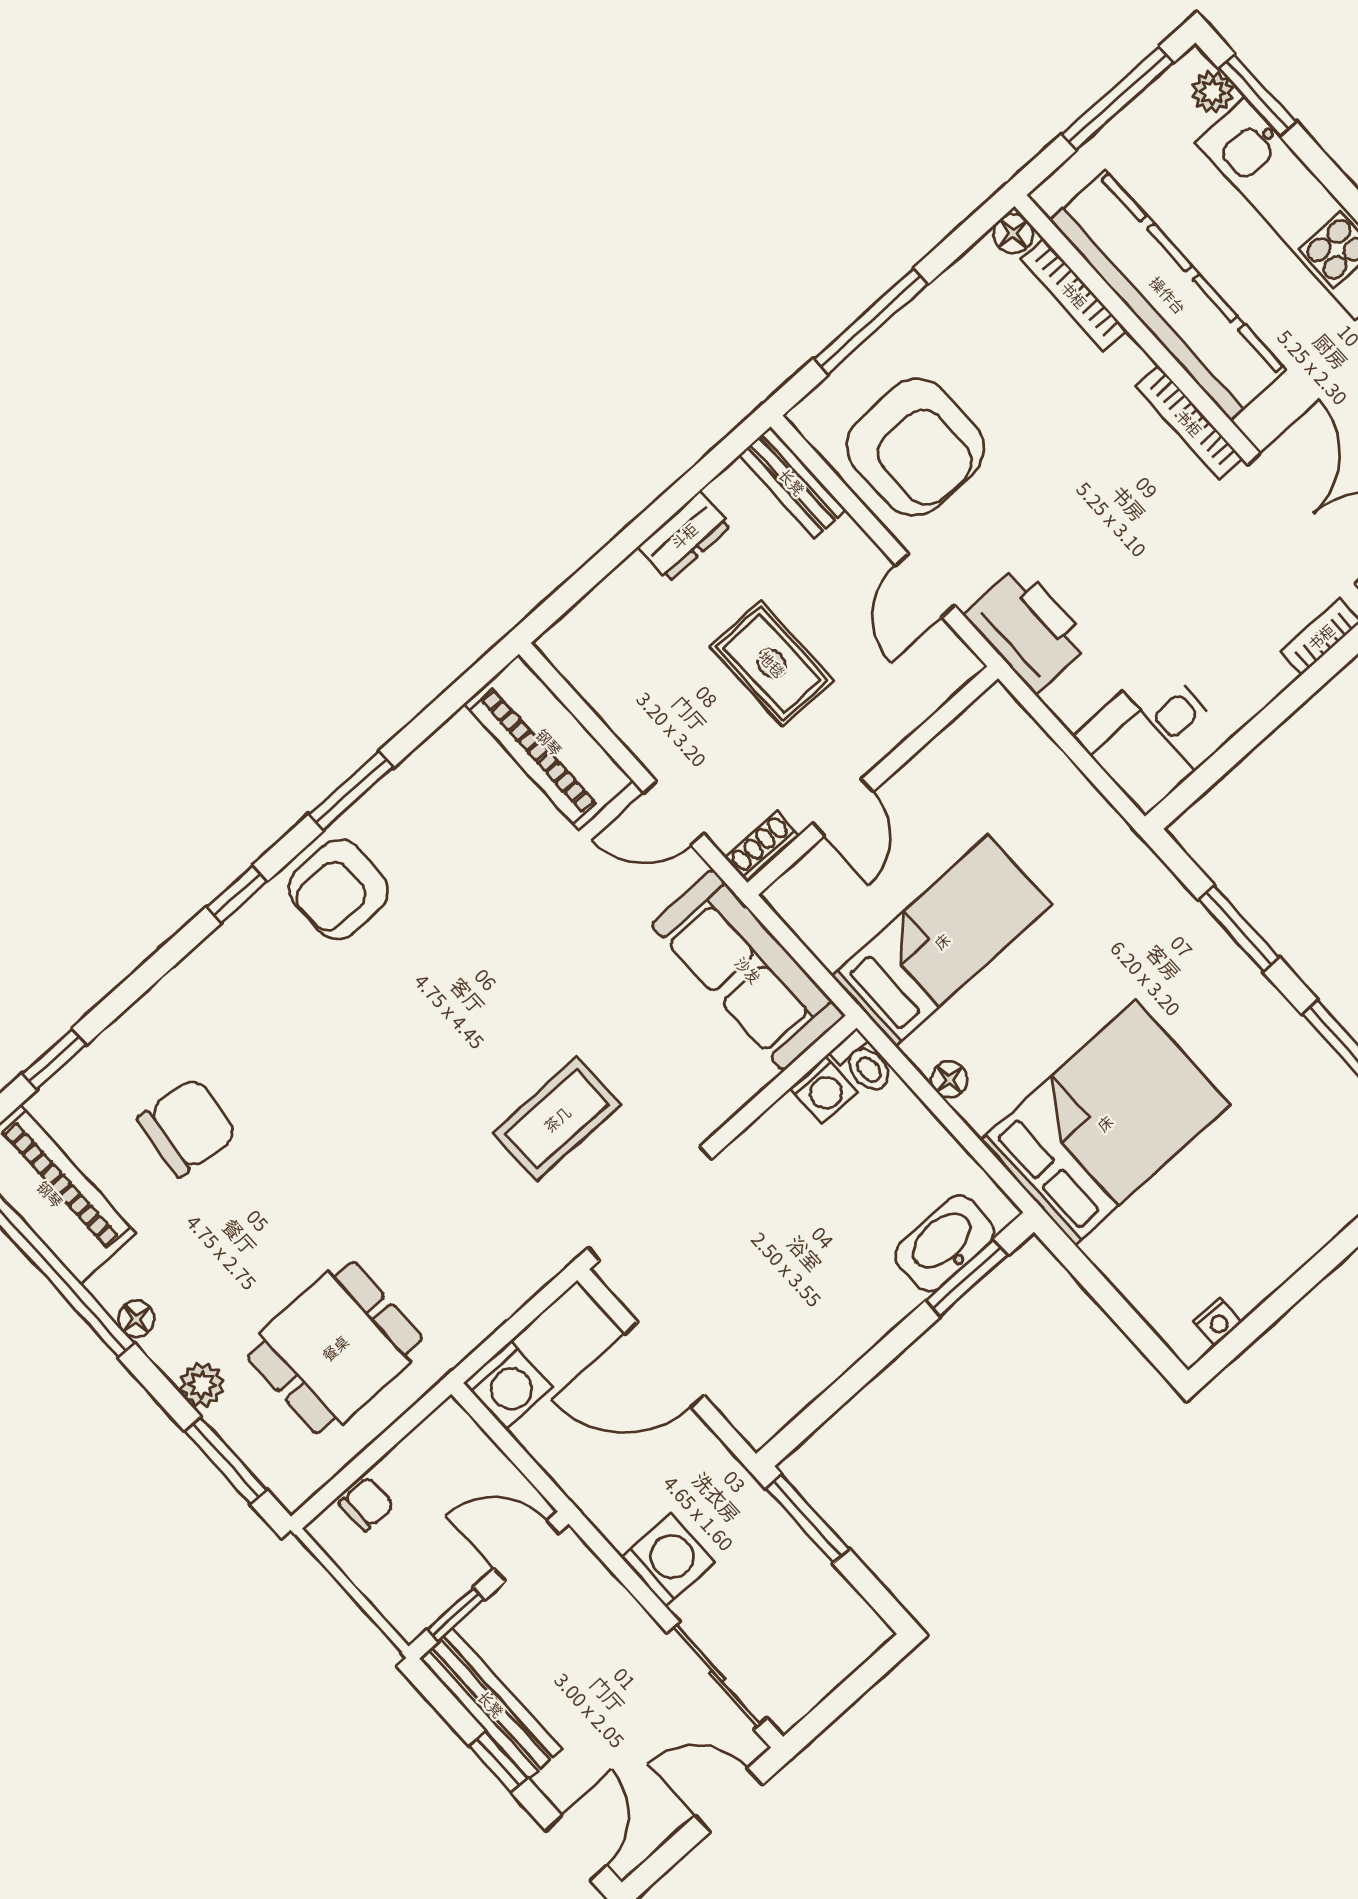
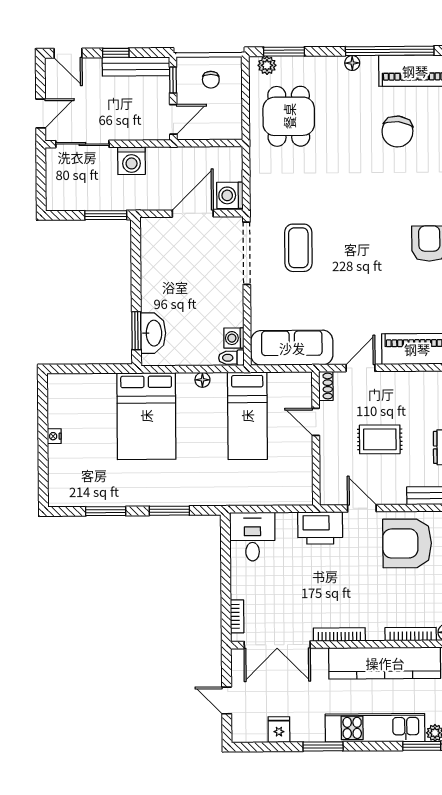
nightstand: (1217, 1322) -> (54, 436), moved
plant: (202, 1385) -> (267, 65), moved
washing machine: (508, 1385) -> (230, 195), moved
chair: (366, 1504) -> (211, 80), moved

